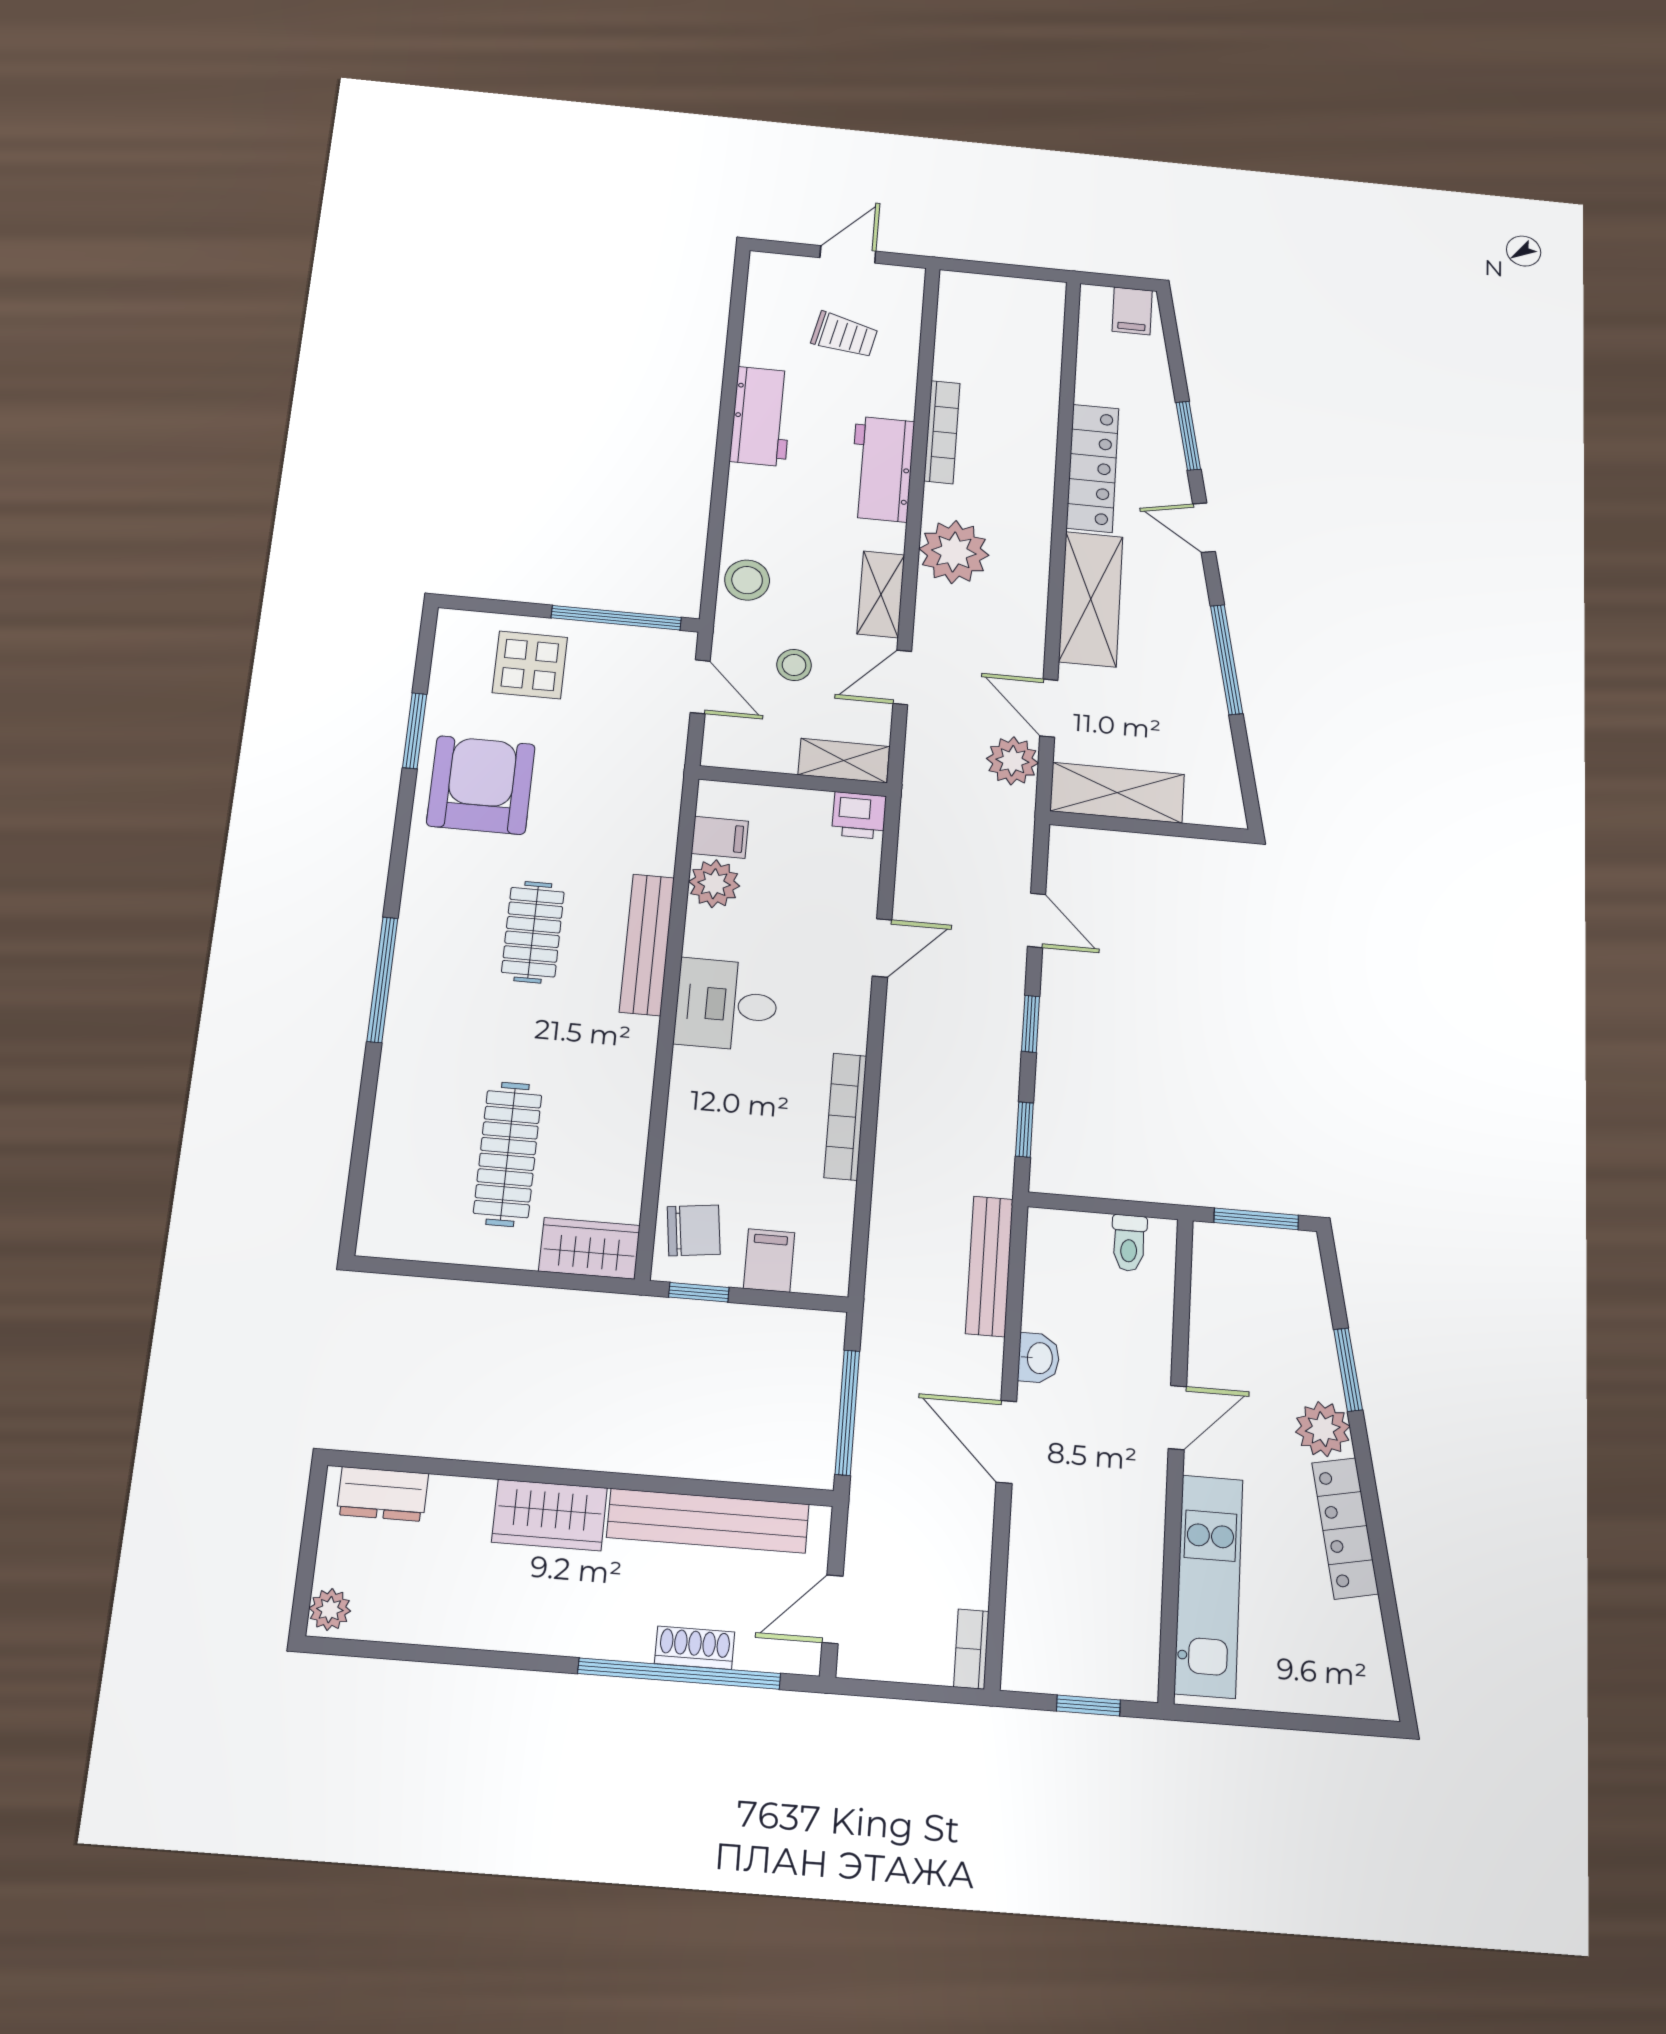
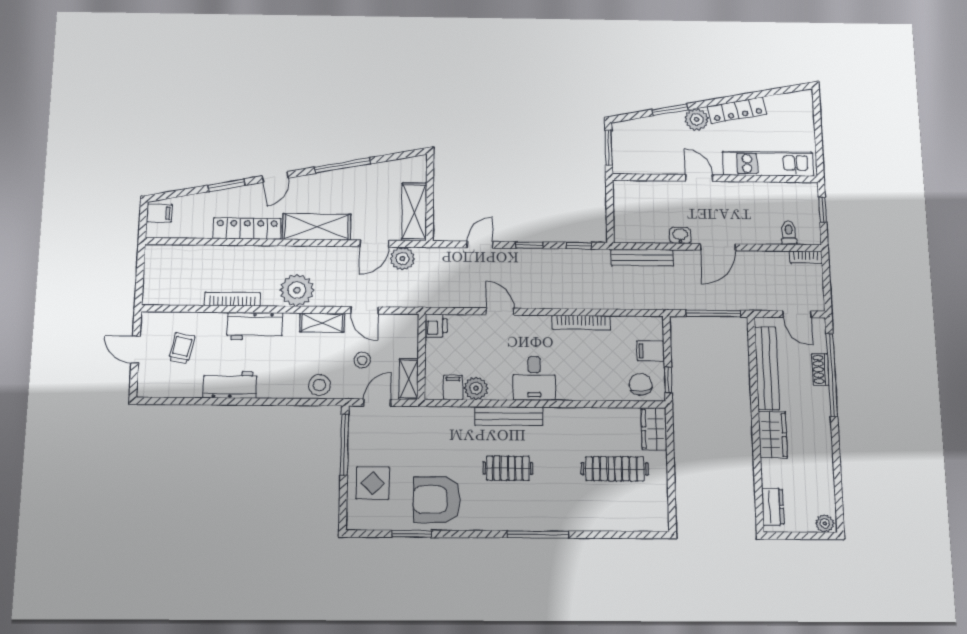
shelving: (844, 761) -> (409, 379), moved
toilet: (1129, 1243) -> (789, 233), moved, turned -90

